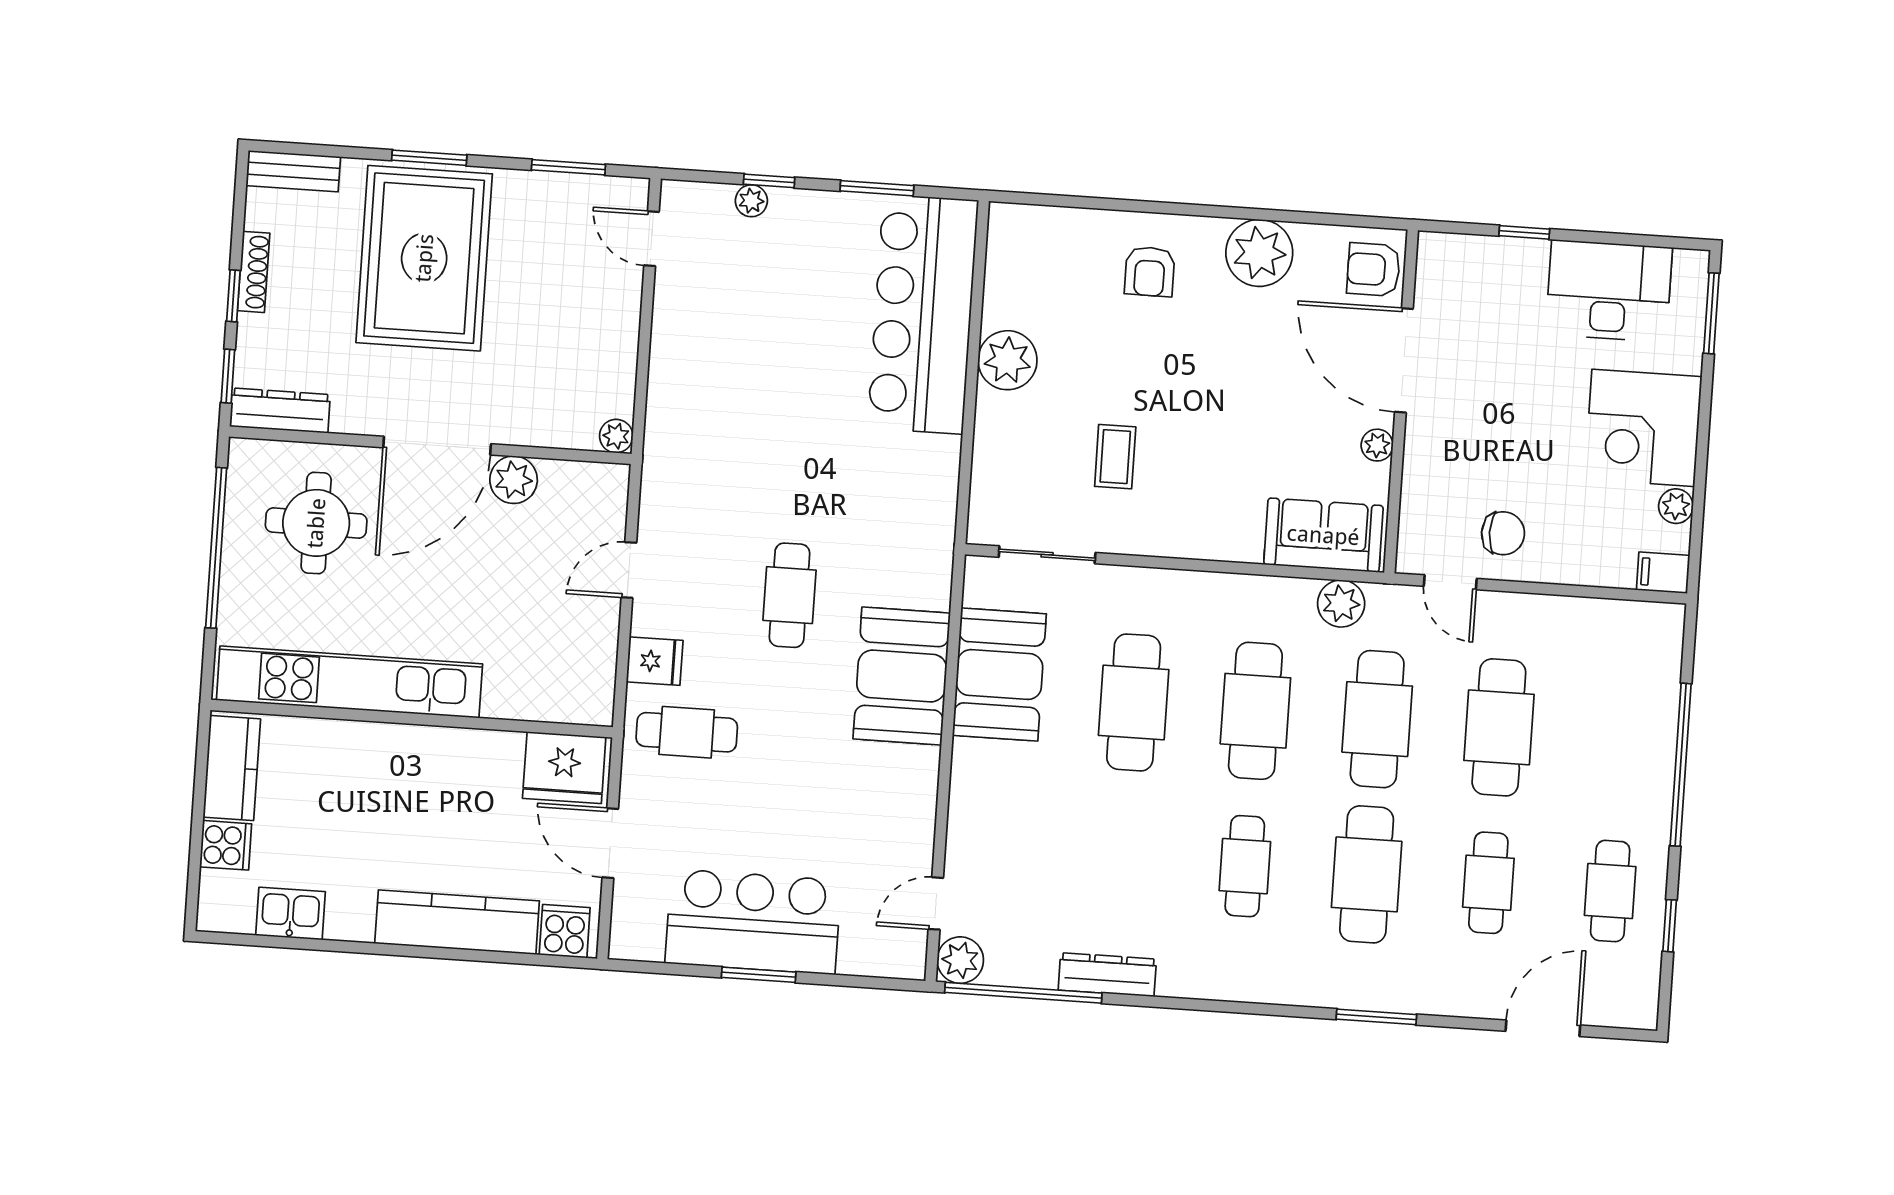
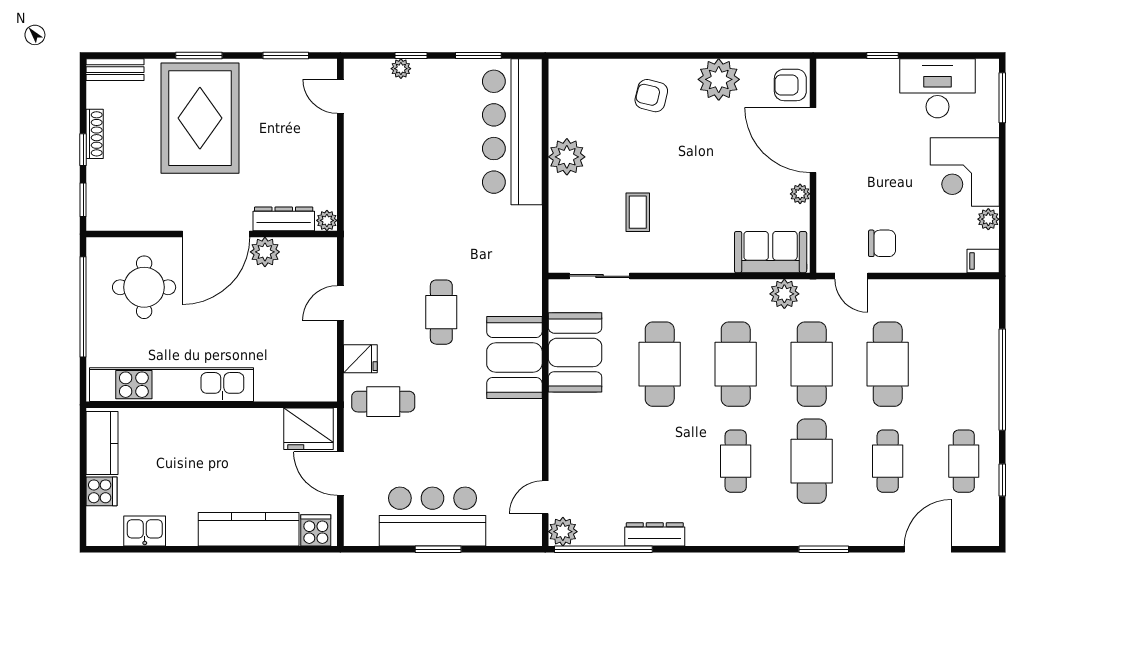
armchair: (1150, 271) -> (651, 96), turned 104
dresser: (280, 411) -> (284, 219), moved

